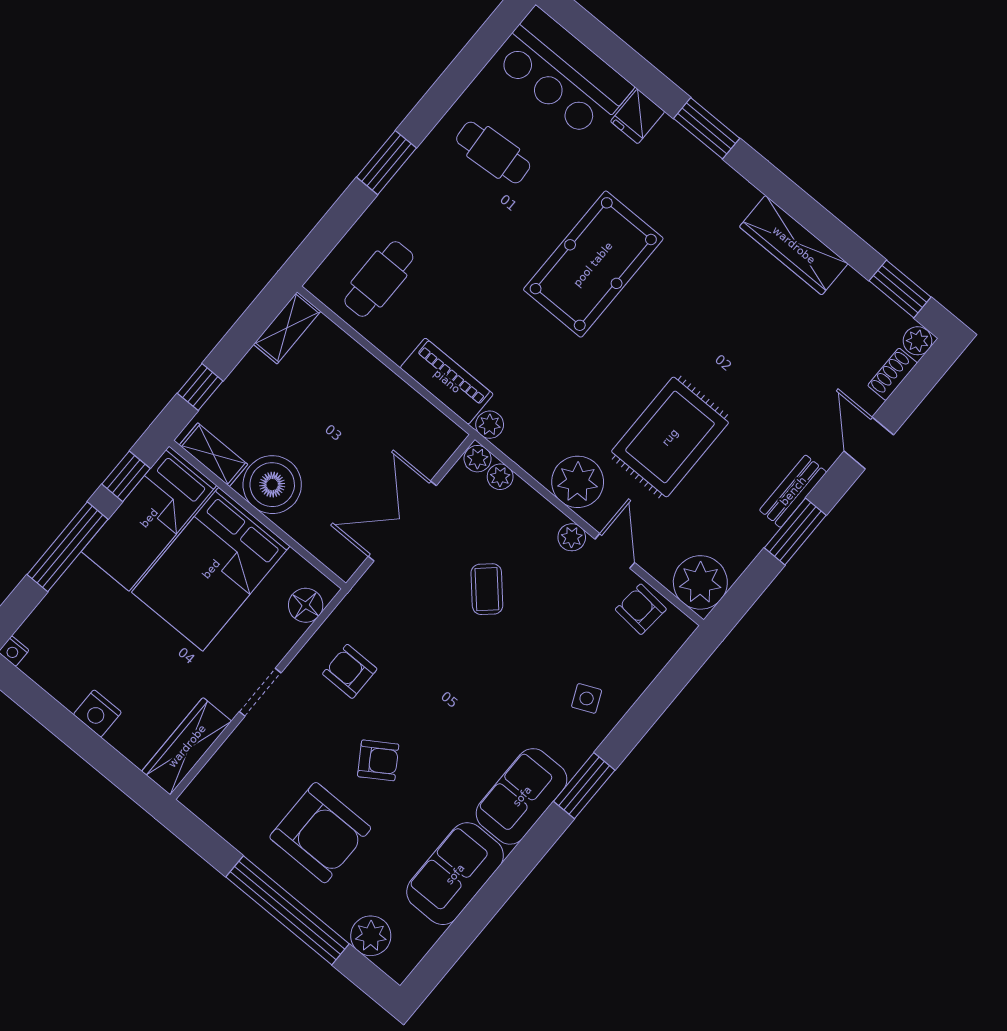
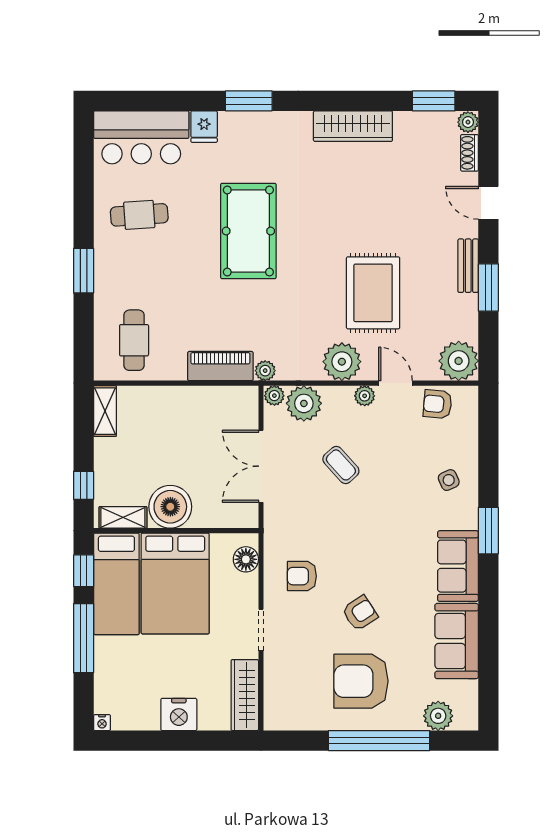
plant: (500, 477) -> (304, 403), width x1.88, depth x1.88
nightstand: (97, 713) -> (179, 714), width x1.36, depth x1.33
armchair: (320, 833) -> (361, 681), turned 180

